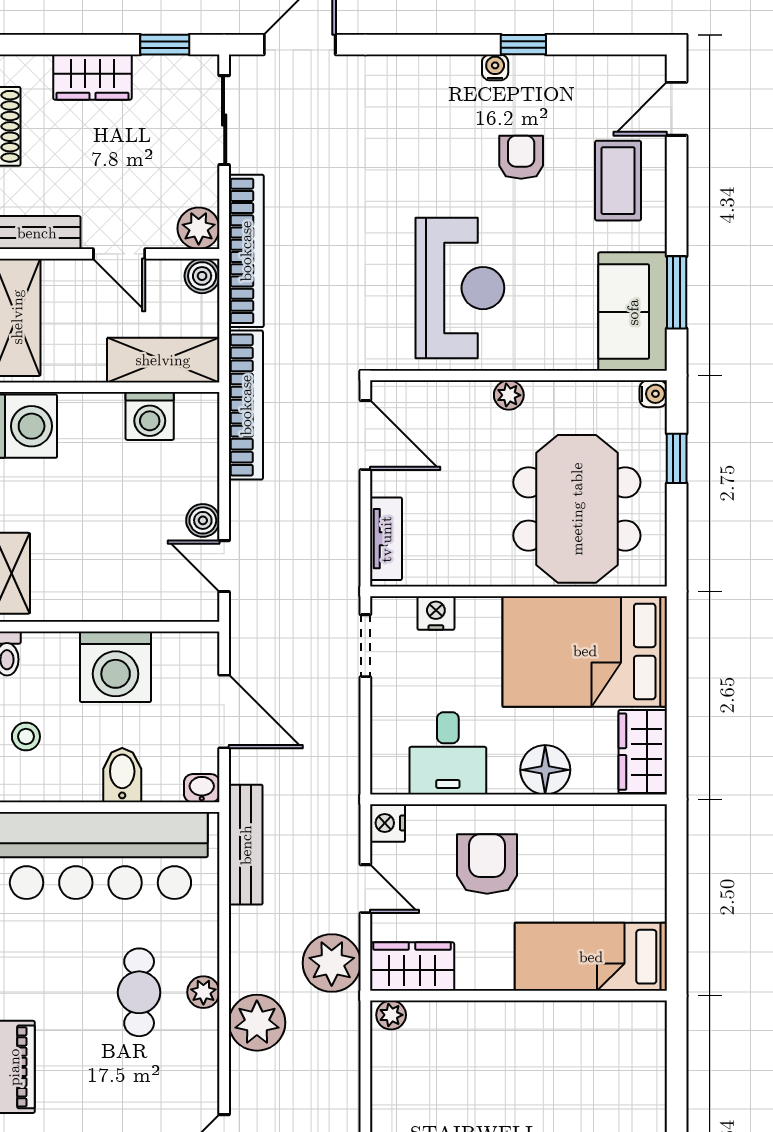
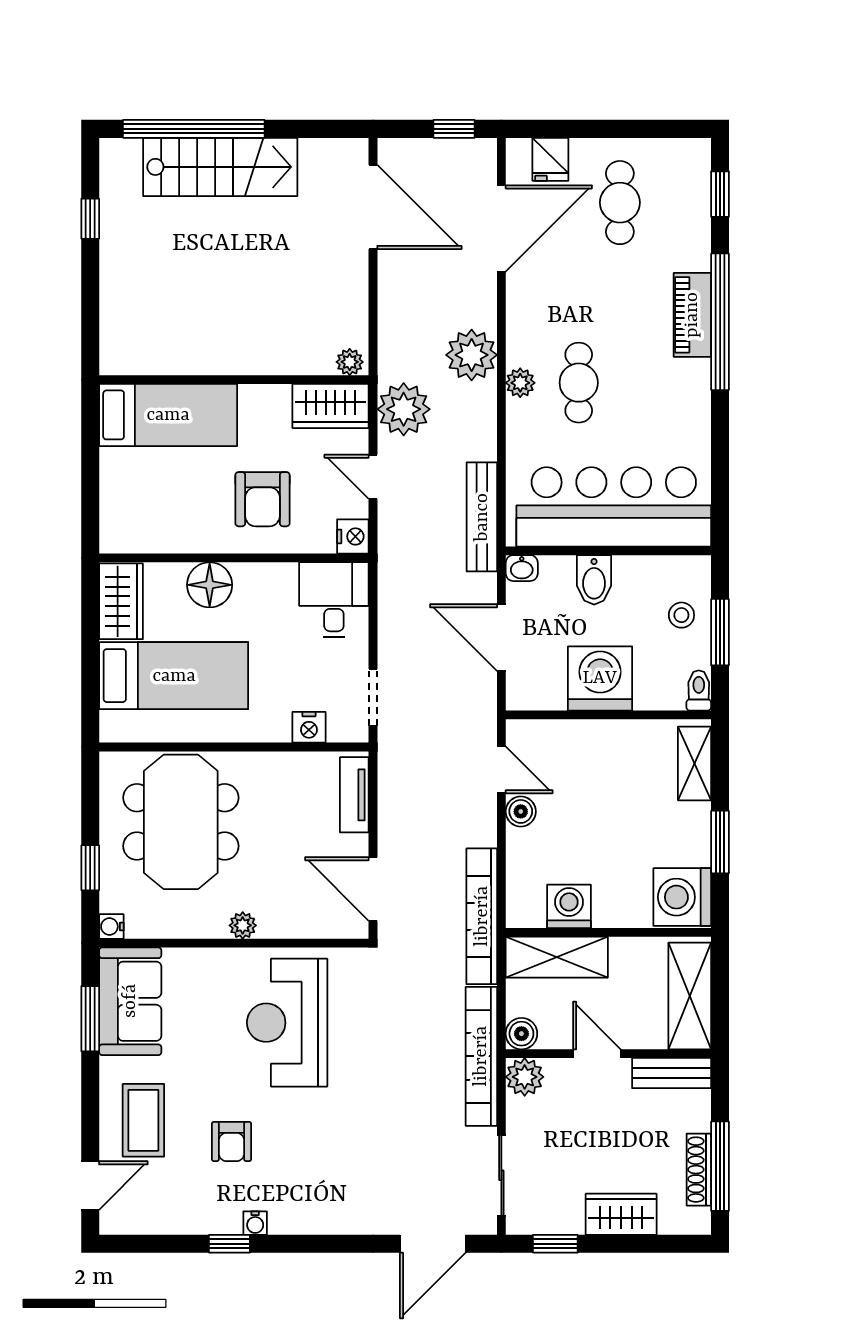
bed: (585, 651) -> (174, 676), width x0.67
desk: (448, 753) -> (334, 600), moved

